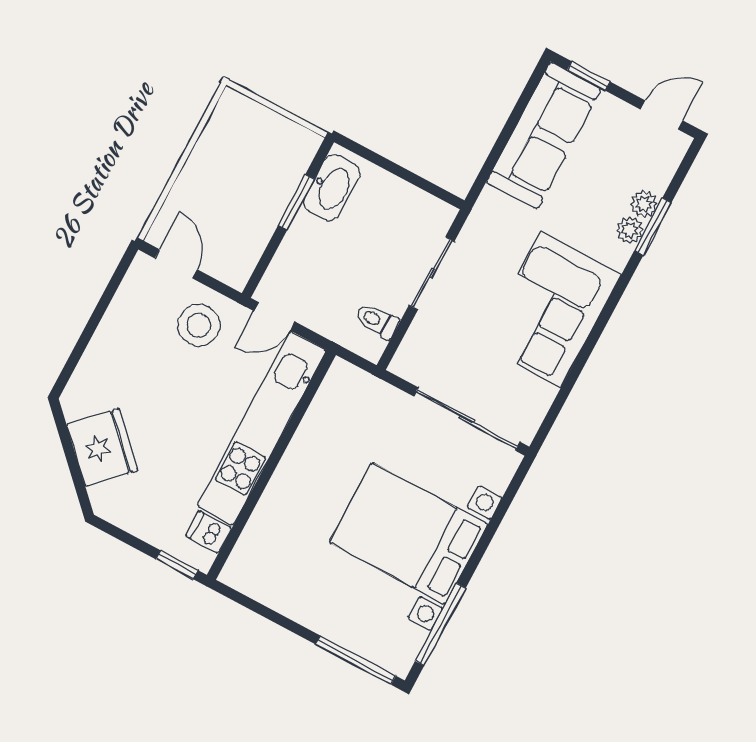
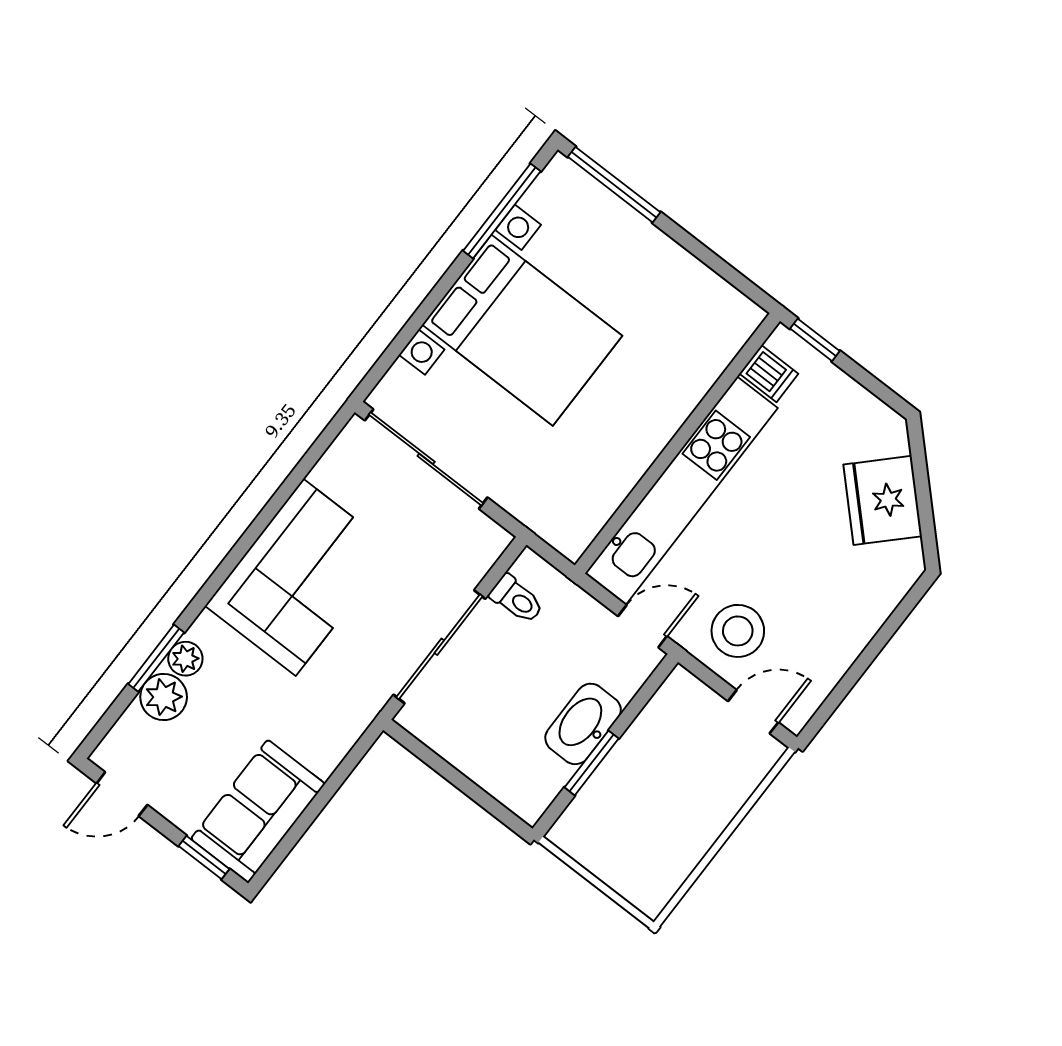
sofa: (544, 136) -> (258, 811), width x0.73
washbasin: (332, 188) -> (583, 724), moved
plant: (644, 204) -> (164, 697), width x1.38, depth x1.38
door: (176, 264) -> (753, 712), swing flipped
sliding door: (432, 273) -> (439, 647), width x1.37

